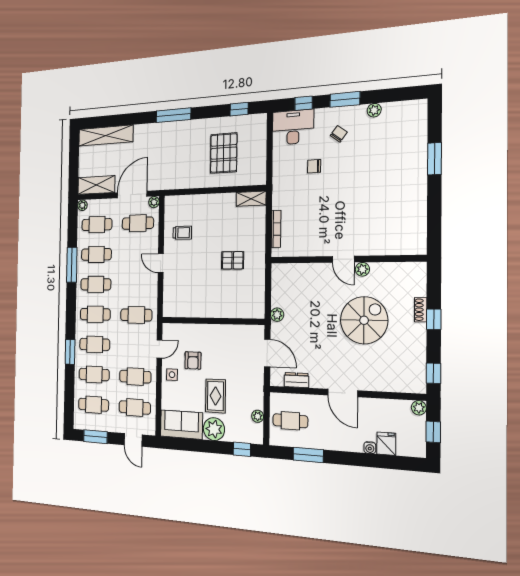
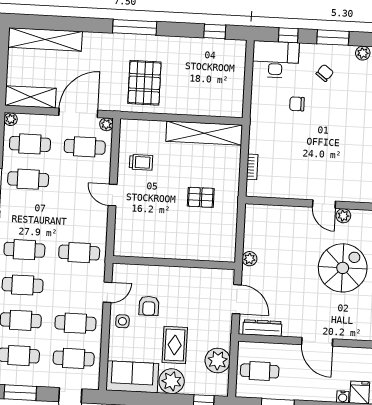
pallet: (224, 153) -> (144, 83), moved
shelving: (251, 199) -> (204, 133), width x2.20, depth x1.33
bookcase: (276, 229) -> (252, 167), width x0.64
cafe table: (96, 284) -> (26, 214), removed
dresser: (296, 380) -> (262, 328), width x1.44
plant: (258, 416) -> (218, 361), width x1.87, depth x1.87

